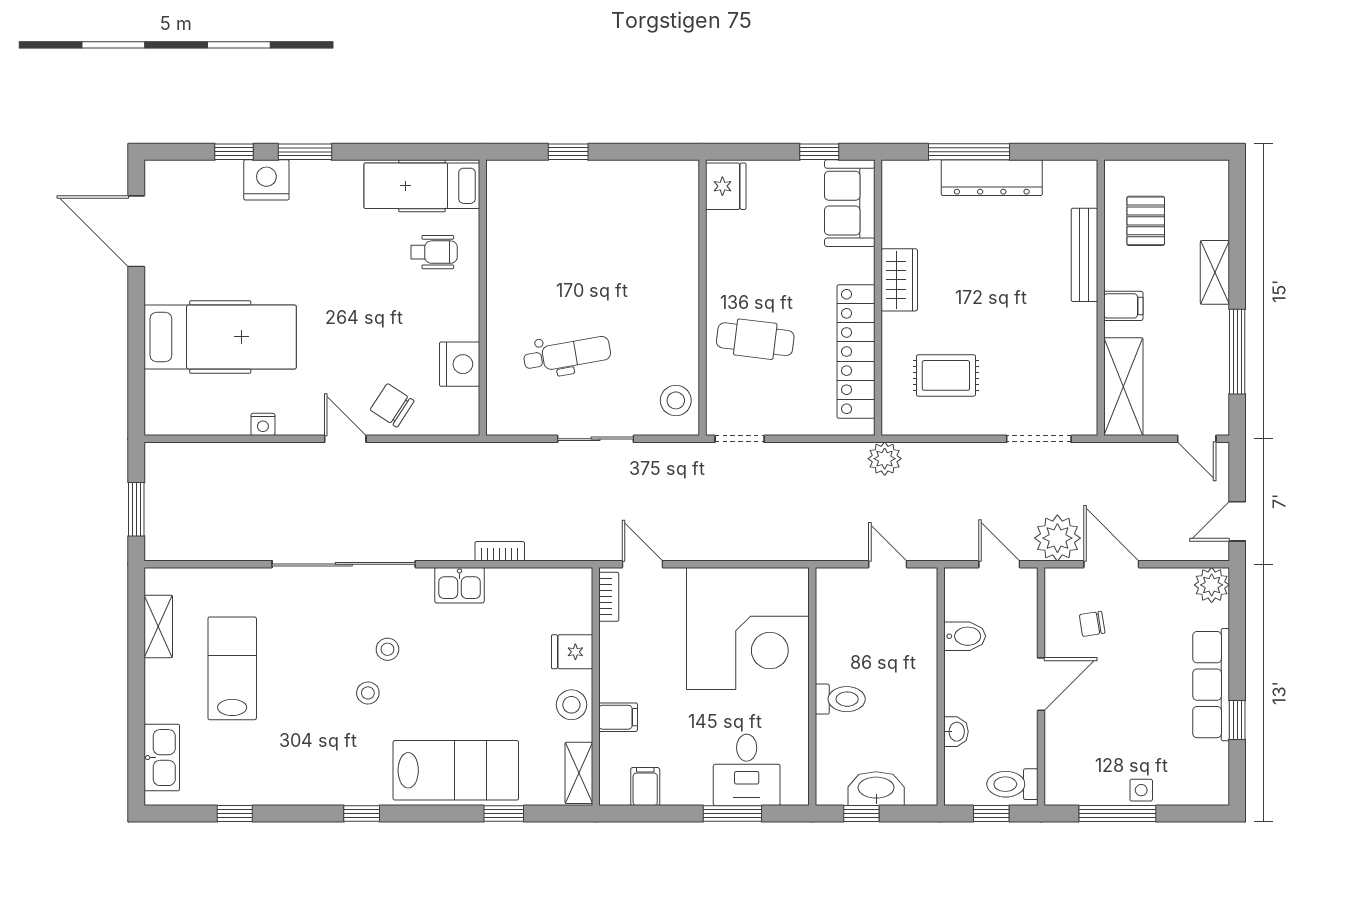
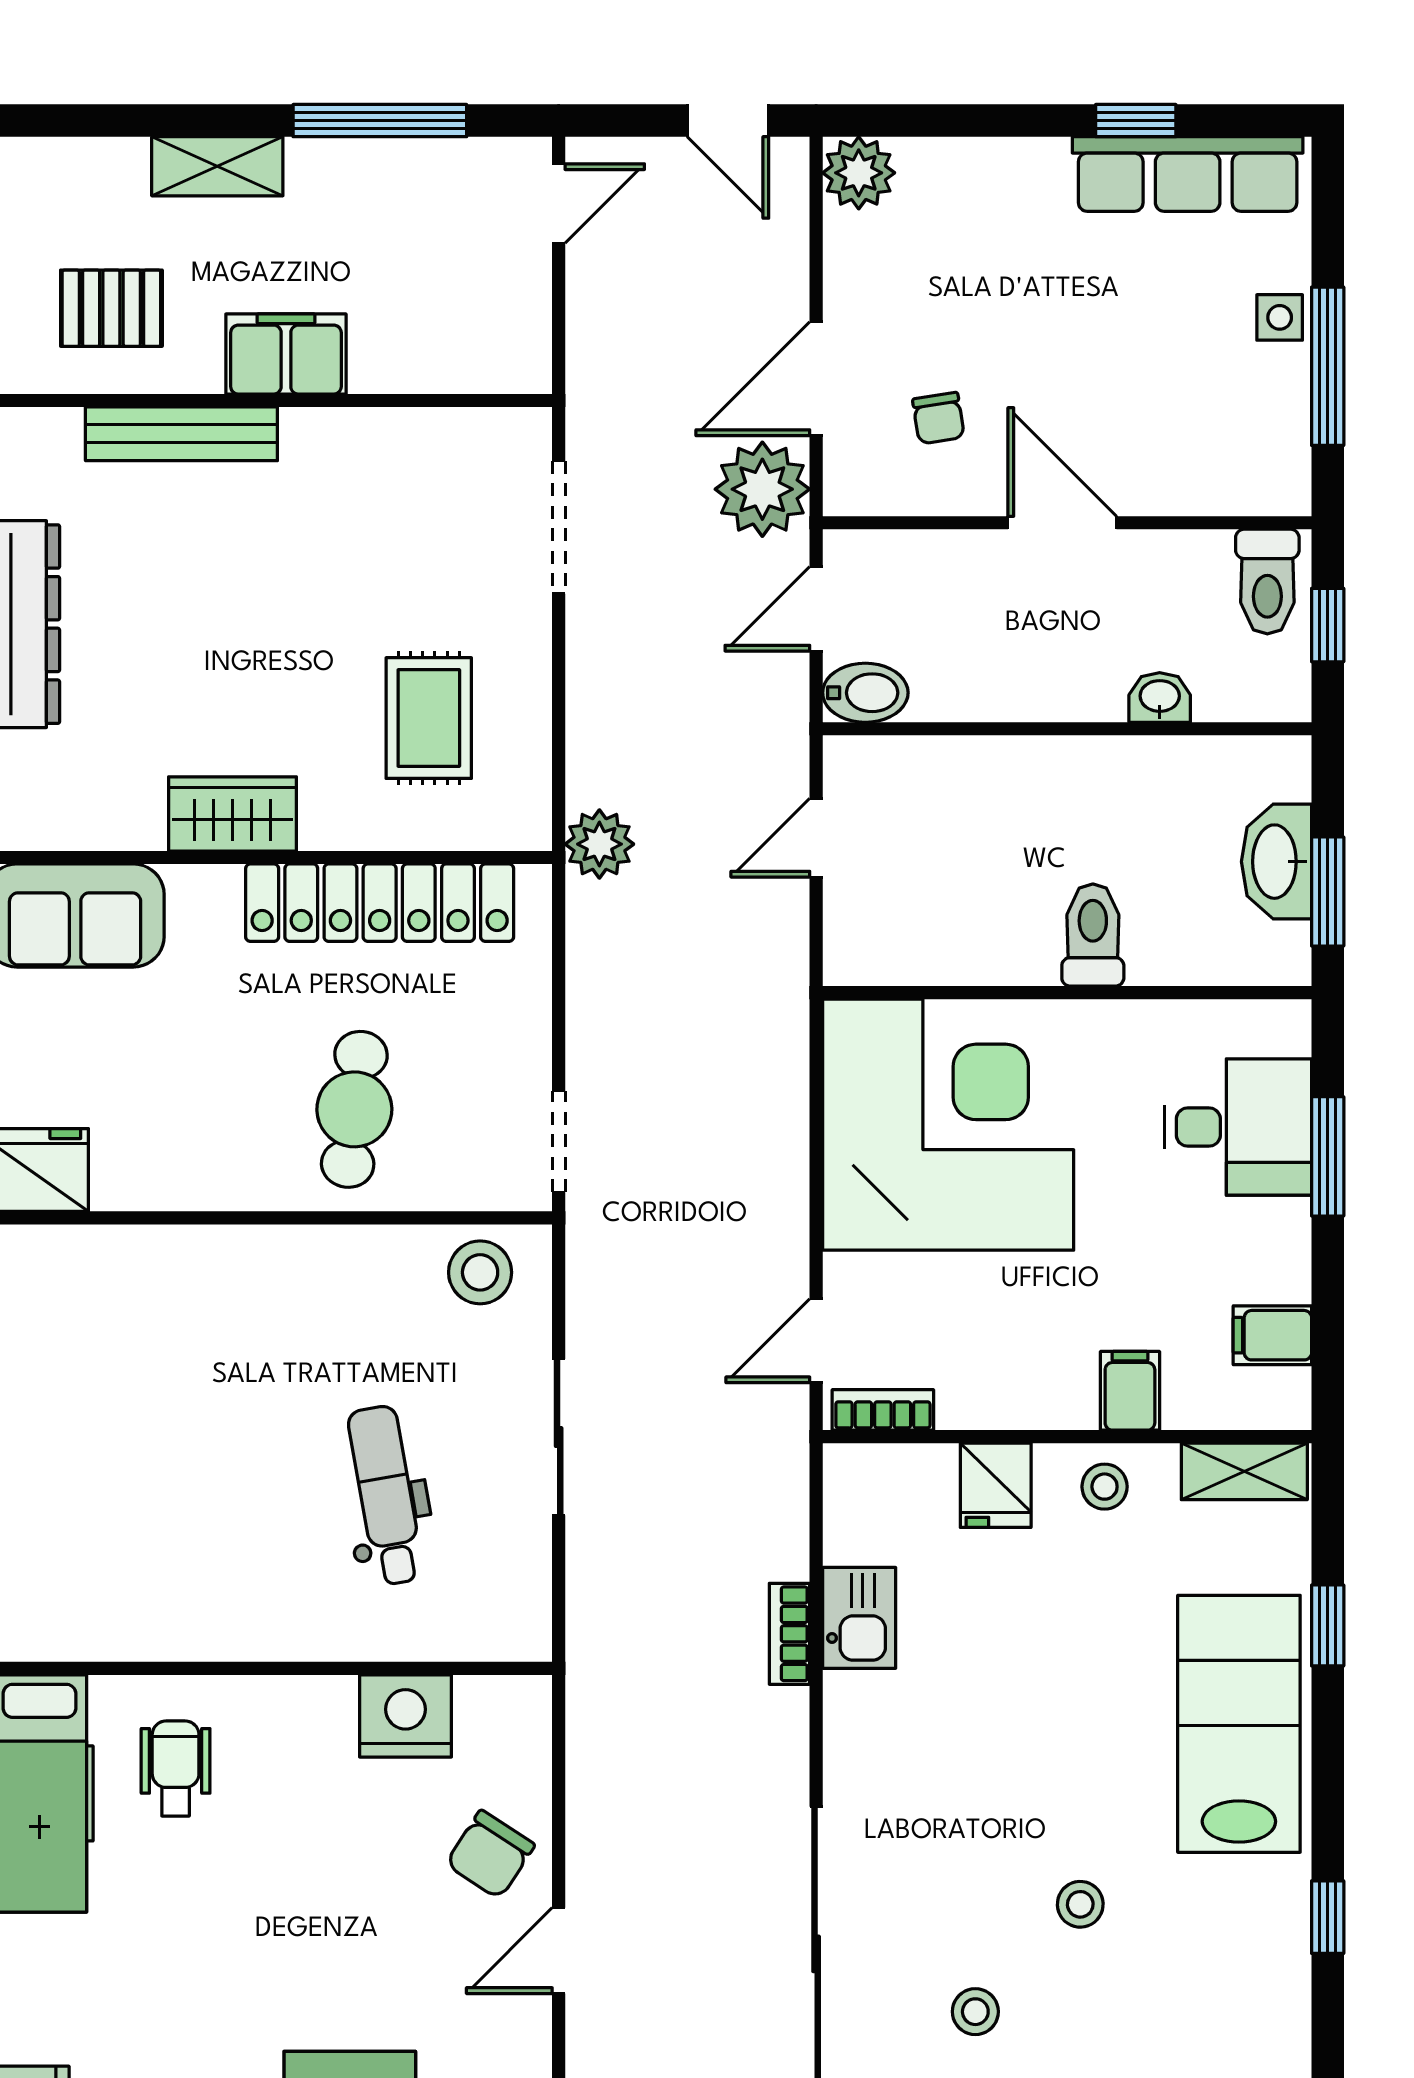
filing cabinet: (1123, 306) -> (286, 354), width x2.00
shelving: (1123, 387) -> (452, 354), removed
kitchen sink: (460, 585) -> (859, 1618), moved
bidet: (965, 636) -> (865, 693), moved, turned 90
stool: (387, 649) -> (975, 2012), moved
row of seats: (1211, 685) -> (1188, 174), moved
stool: (571, 705) -> (1105, 1487), width x0.73, depth x0.73
window: (861, 814) -> (1328, 891), width x1.50

